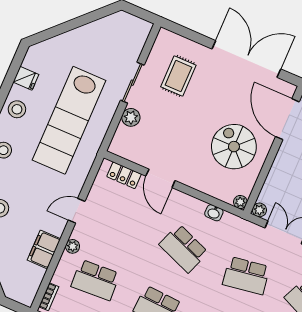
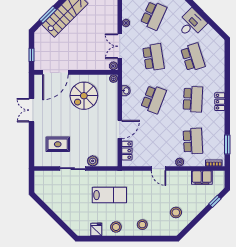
double door: (246, 59) -> (32, 110), width x0.54
lab bench: (69, 120) -> (109, 195), width x0.54, depth x0.72
filing cabinet: (44, 249) -> (202, 178), moved

